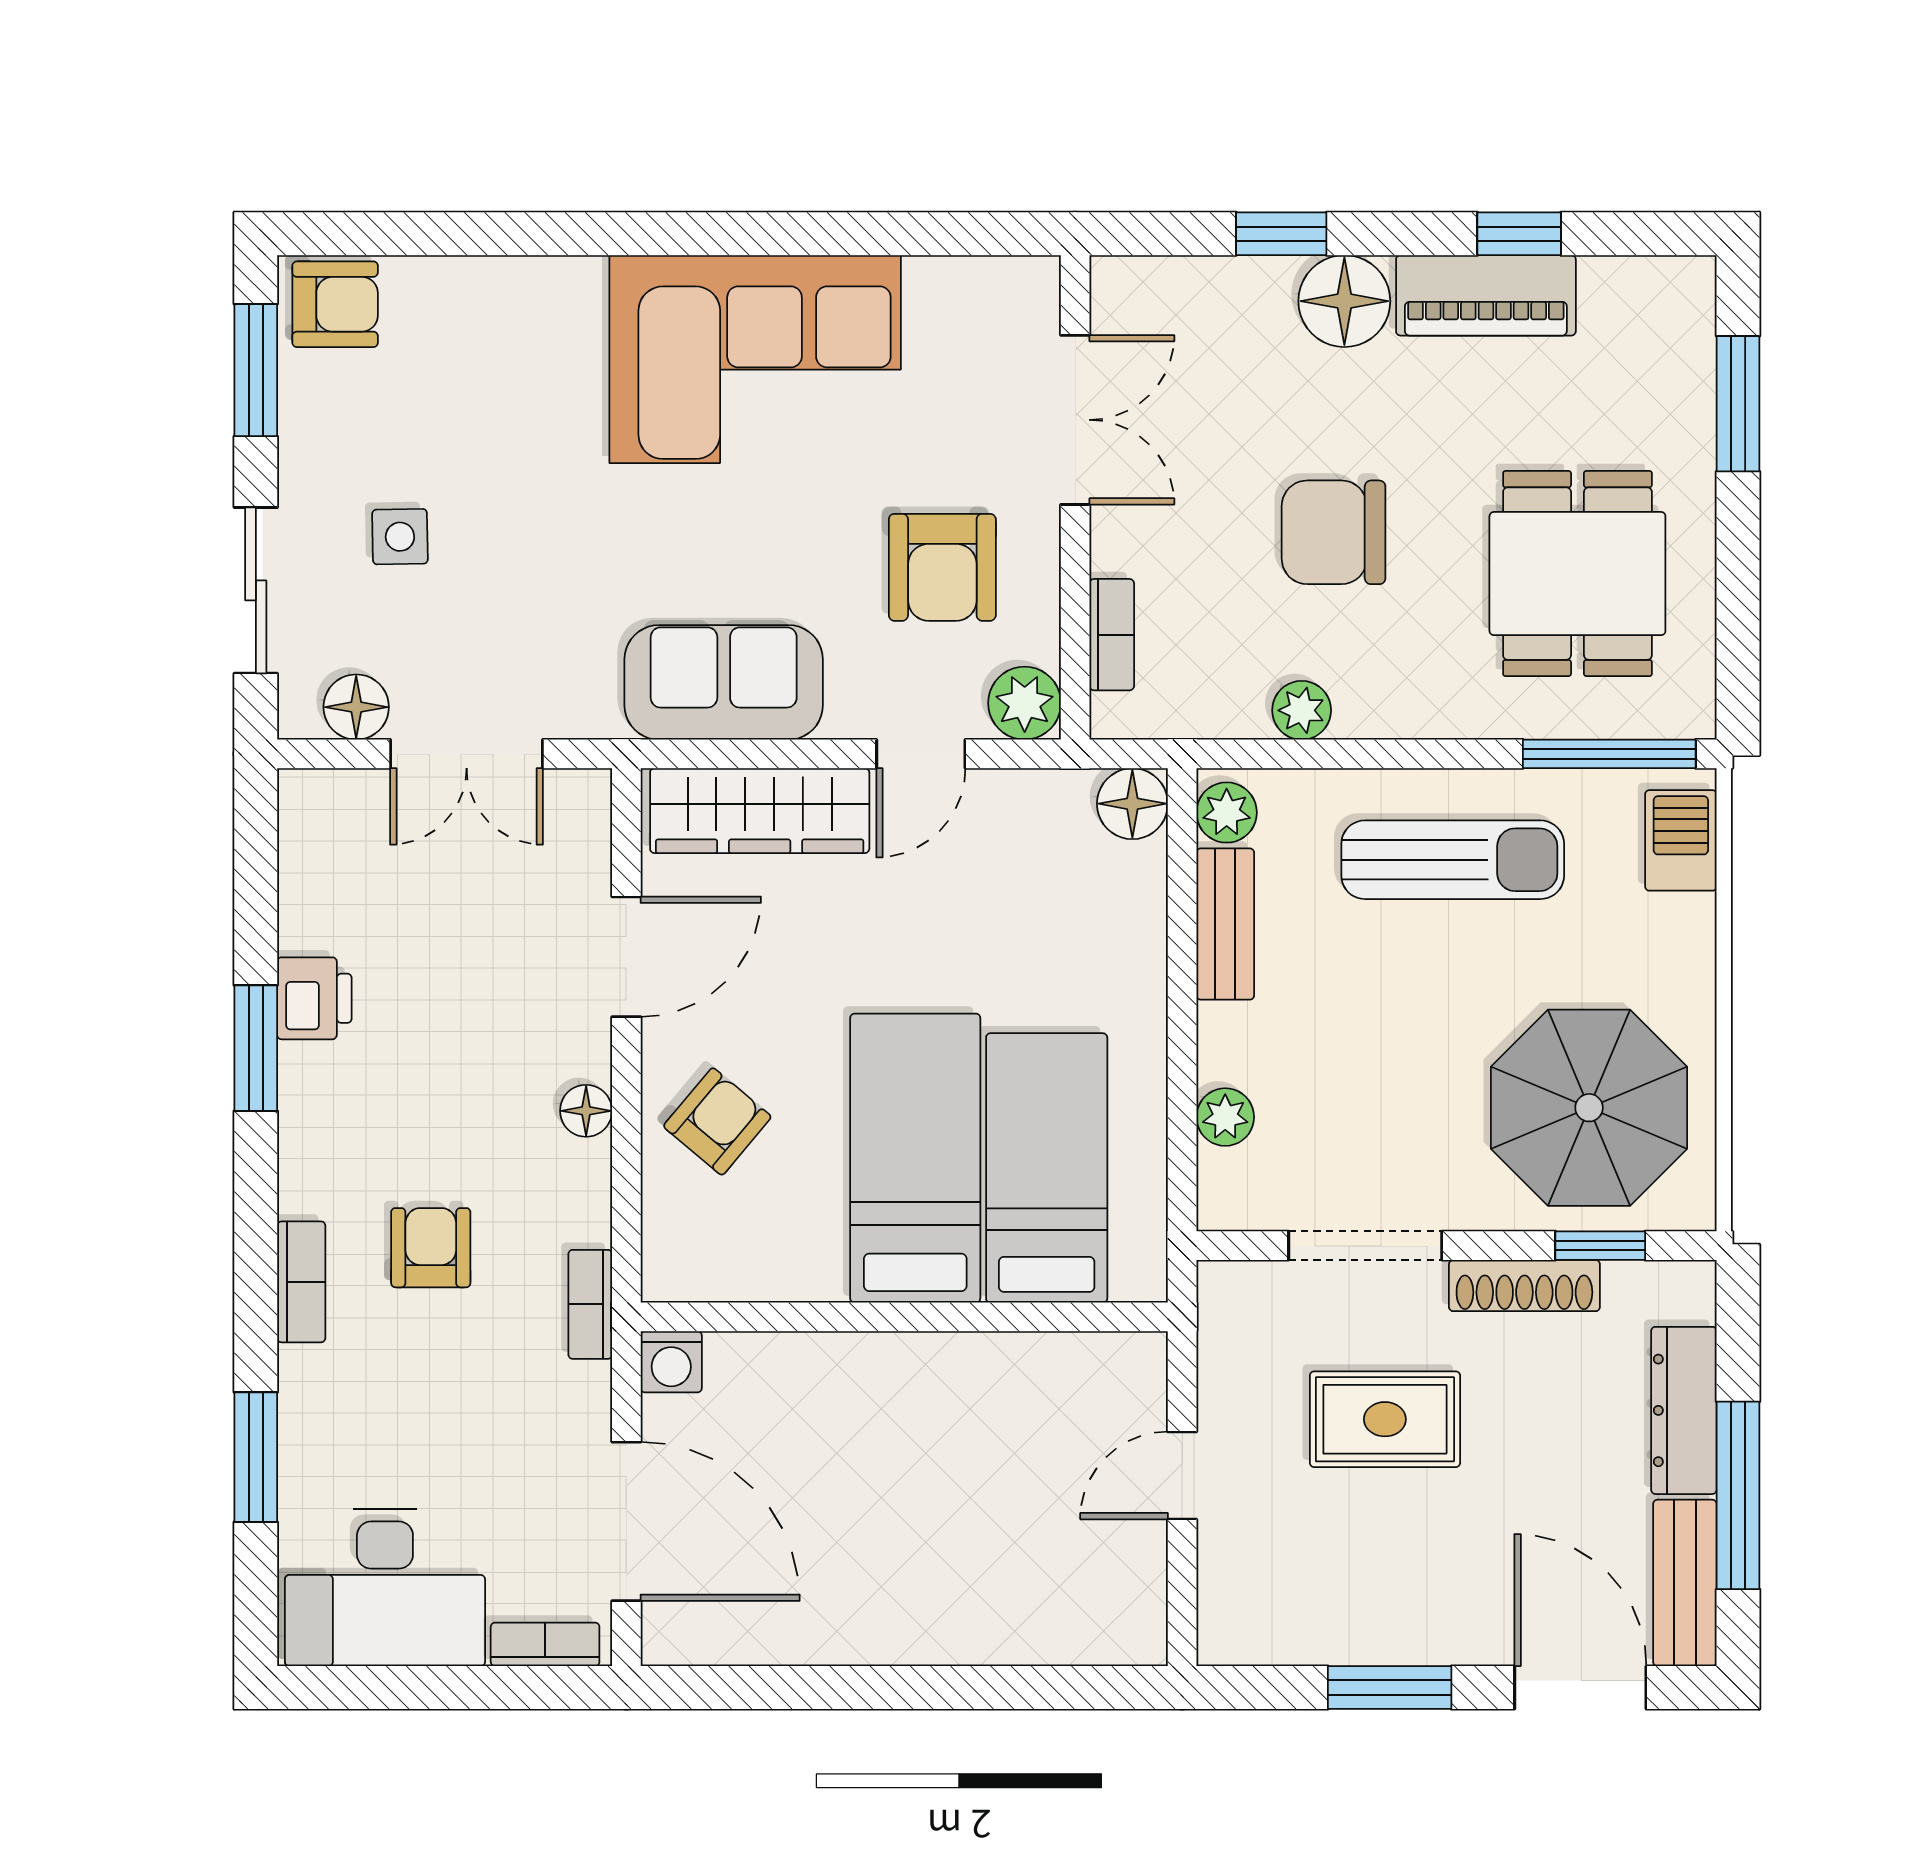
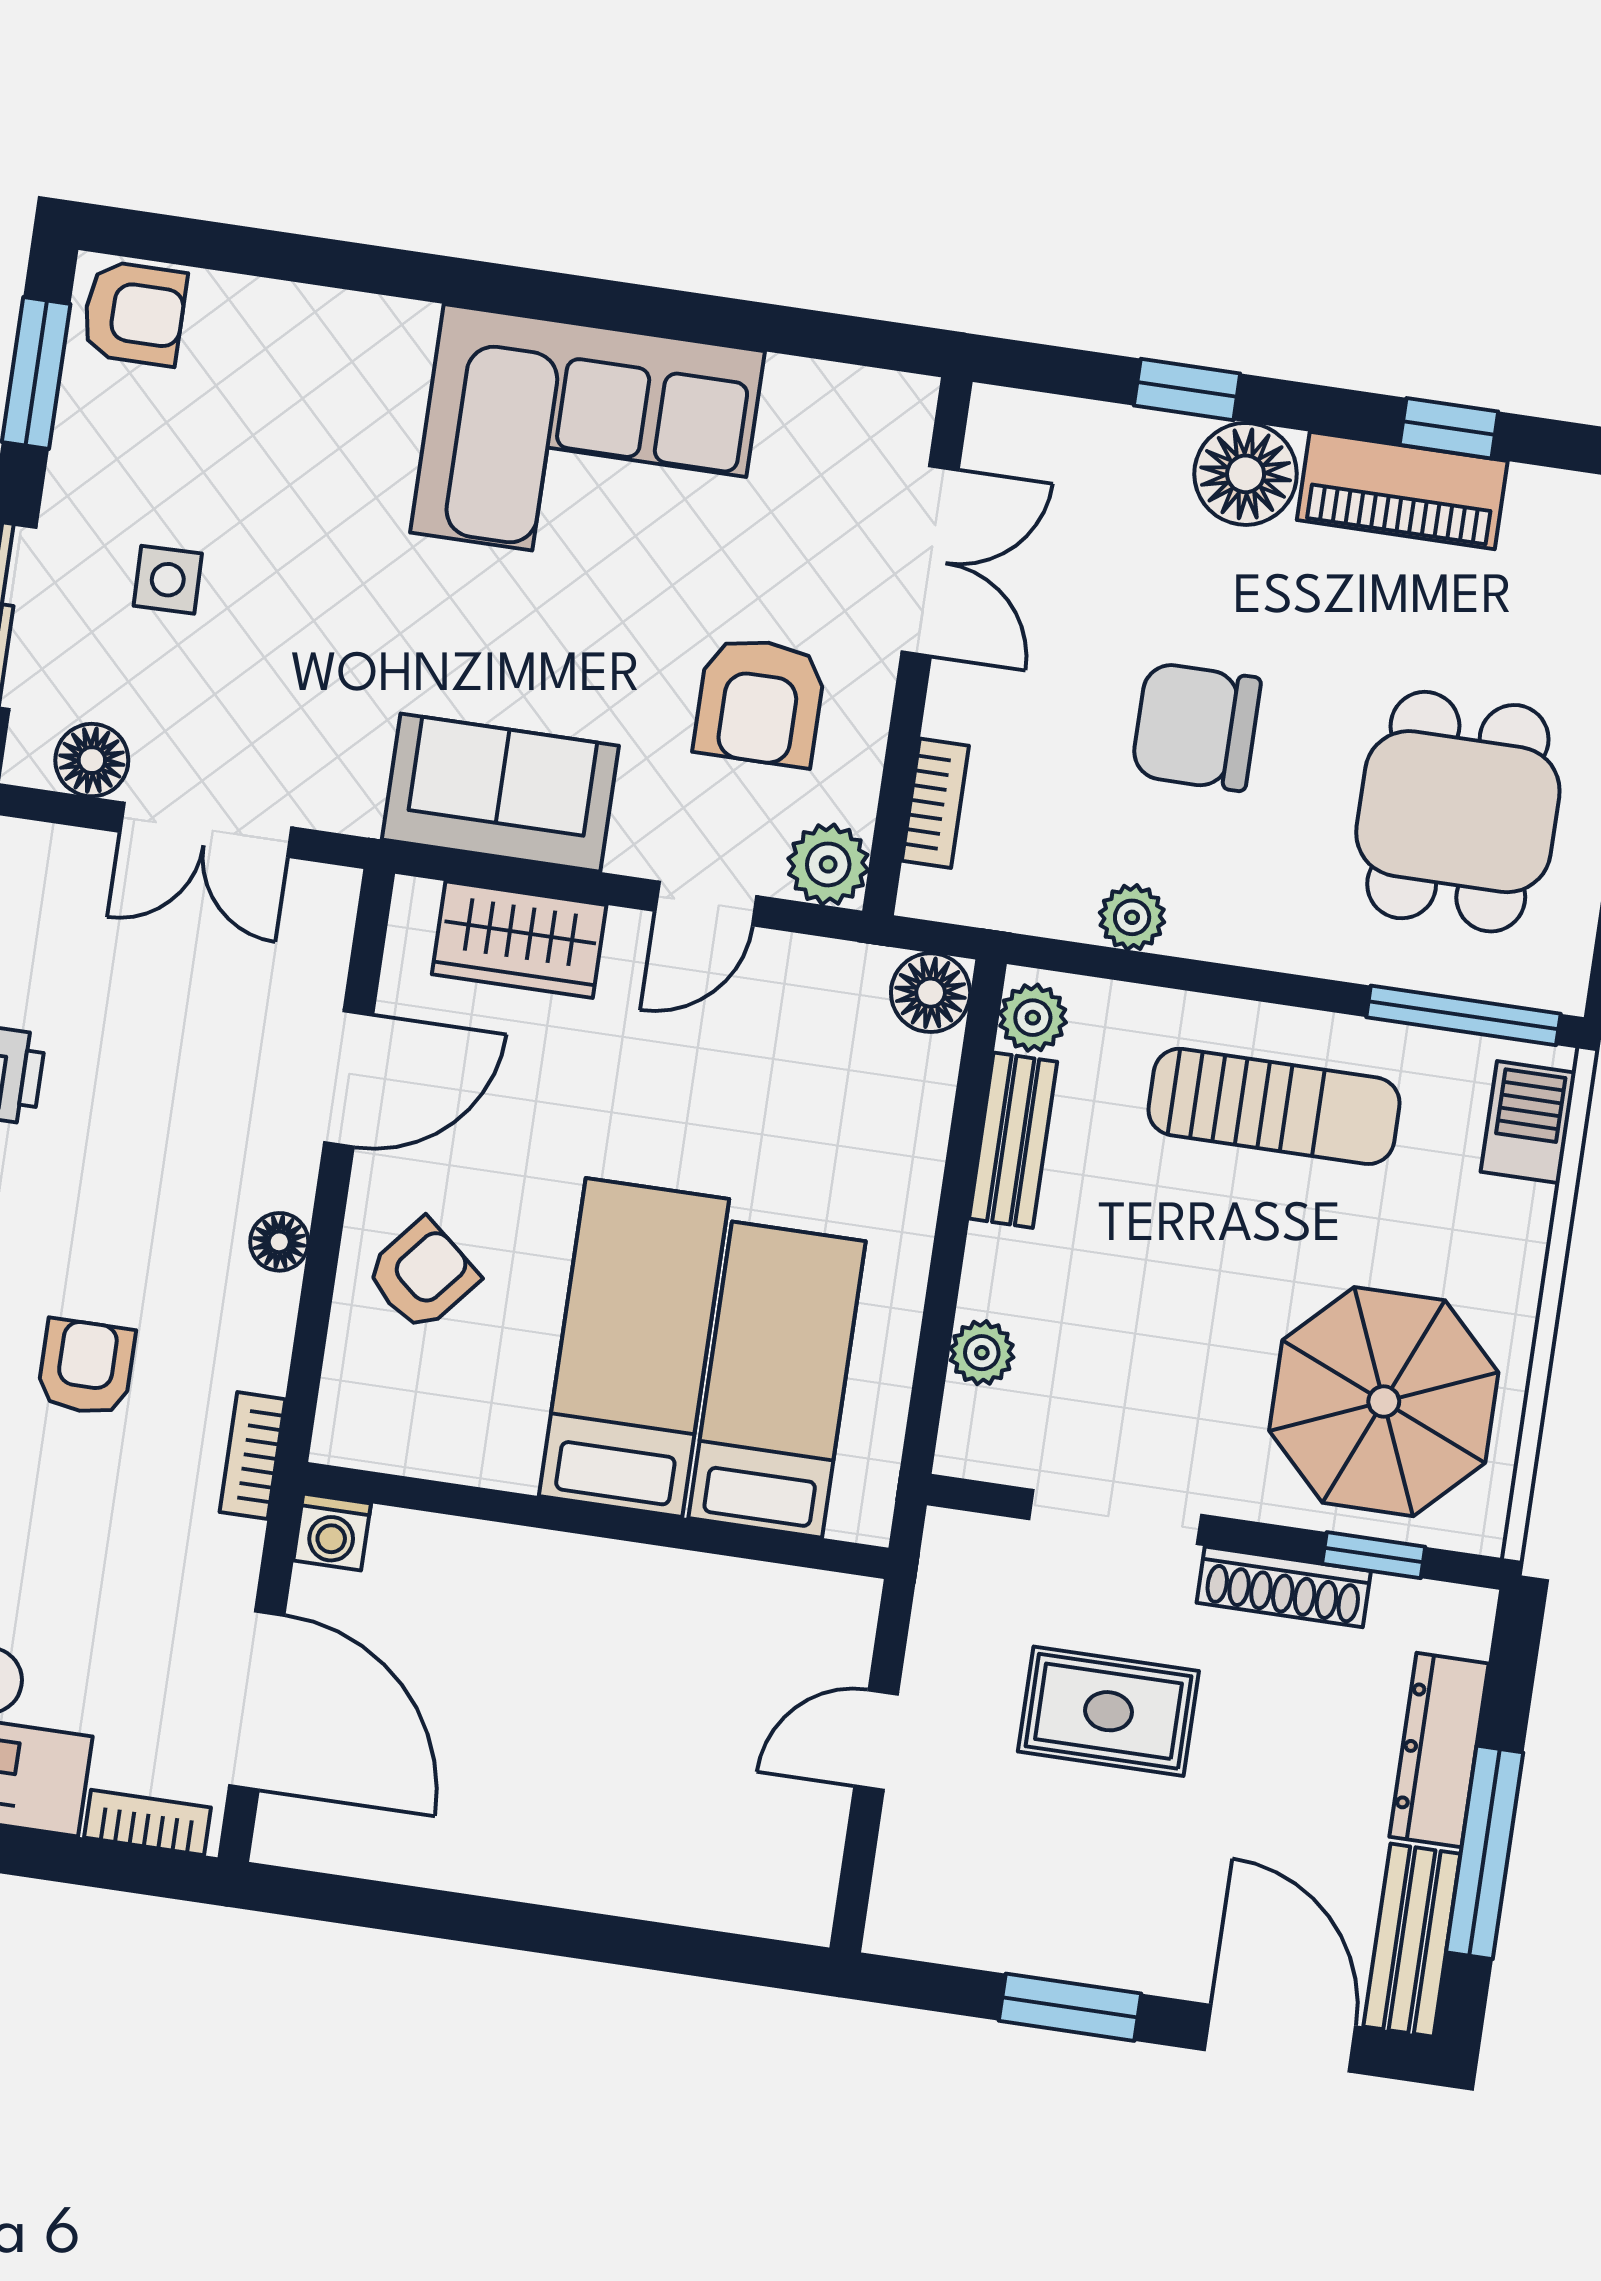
wardrobe: (760, 811) -> (519, 940), width x0.67

